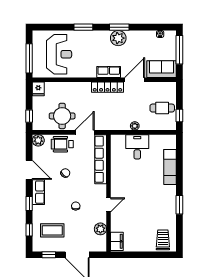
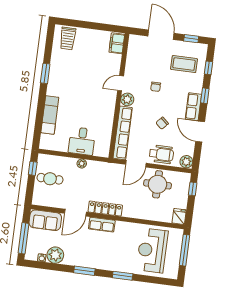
plant: (118, 38) -> (55, 255), moved
plant: (100, 229) -> (127, 99), moved

